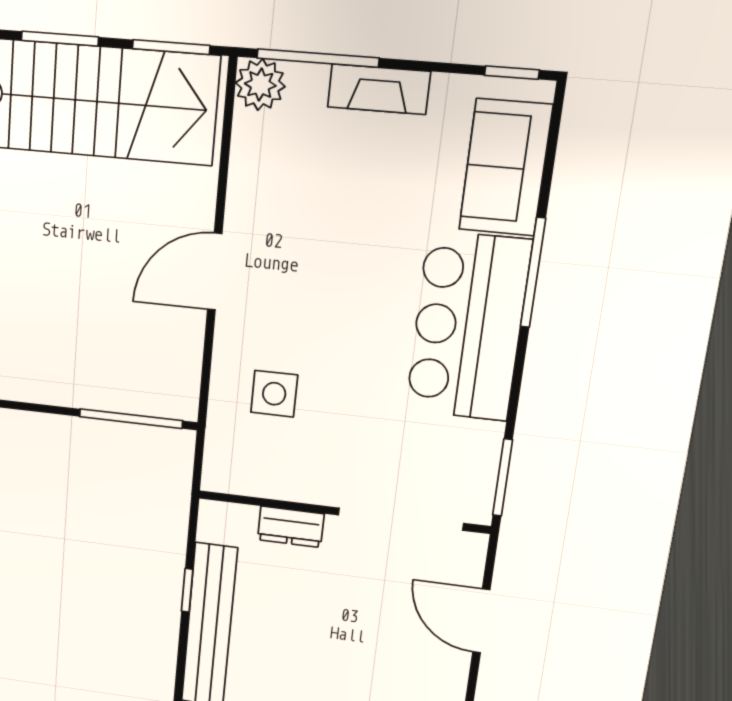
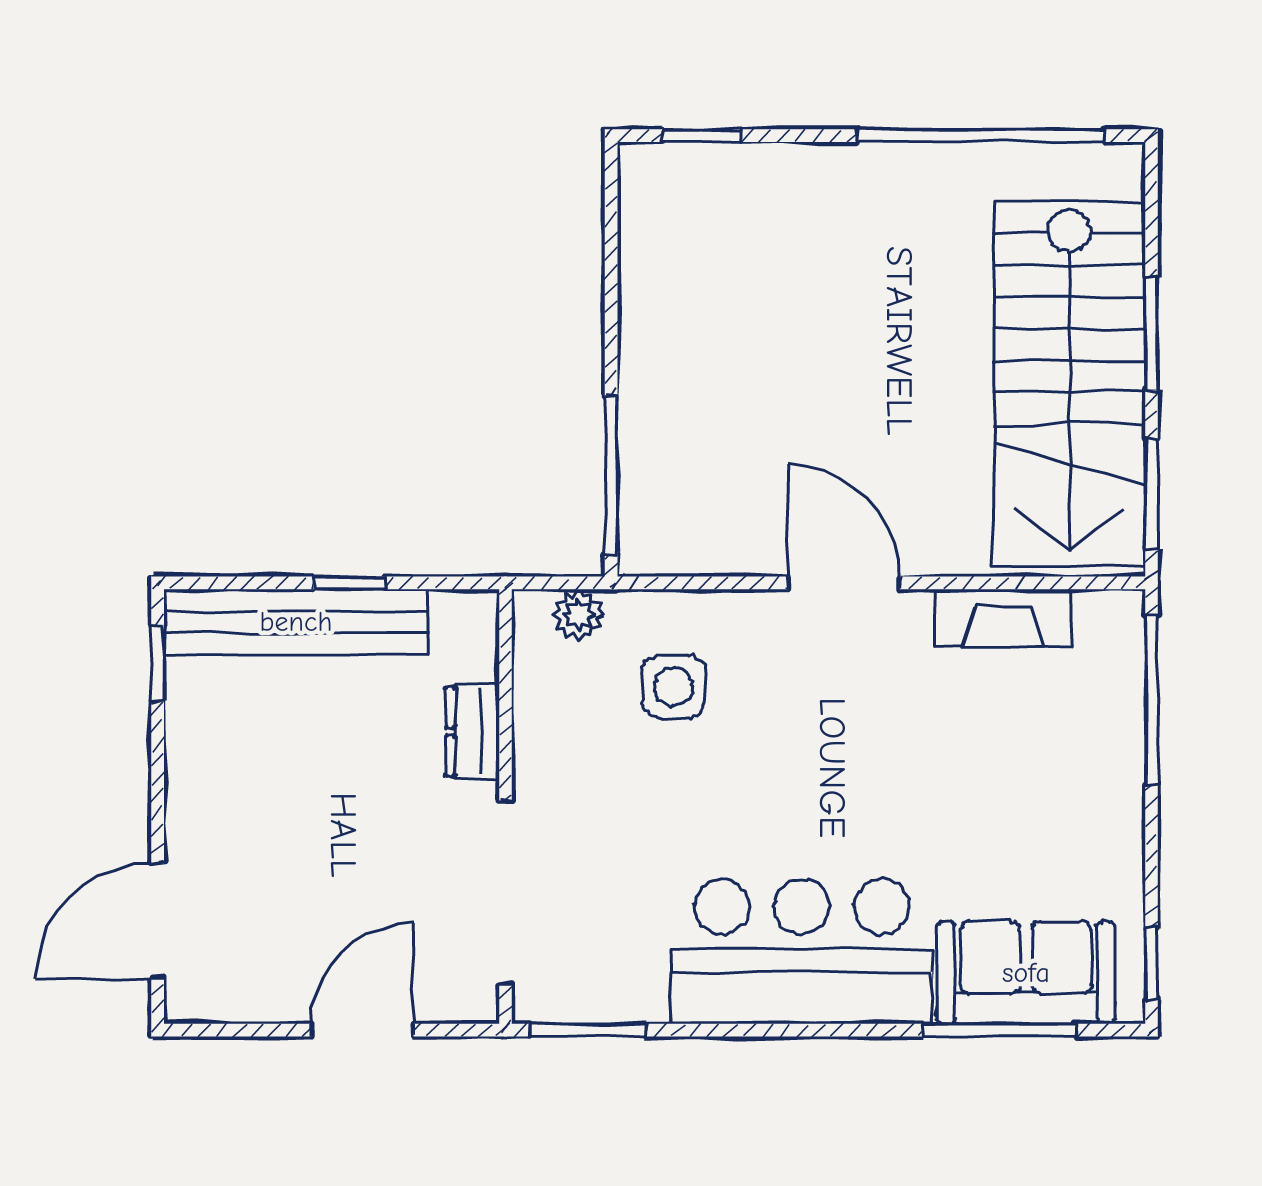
plant: (260, 85) -> (578, 615), moved, width x0.73, depth x0.73
fireplace: (379, 89) -> (1003, 618), moved, turned -90
window: (533, 273) -> (999, 1030), moved

